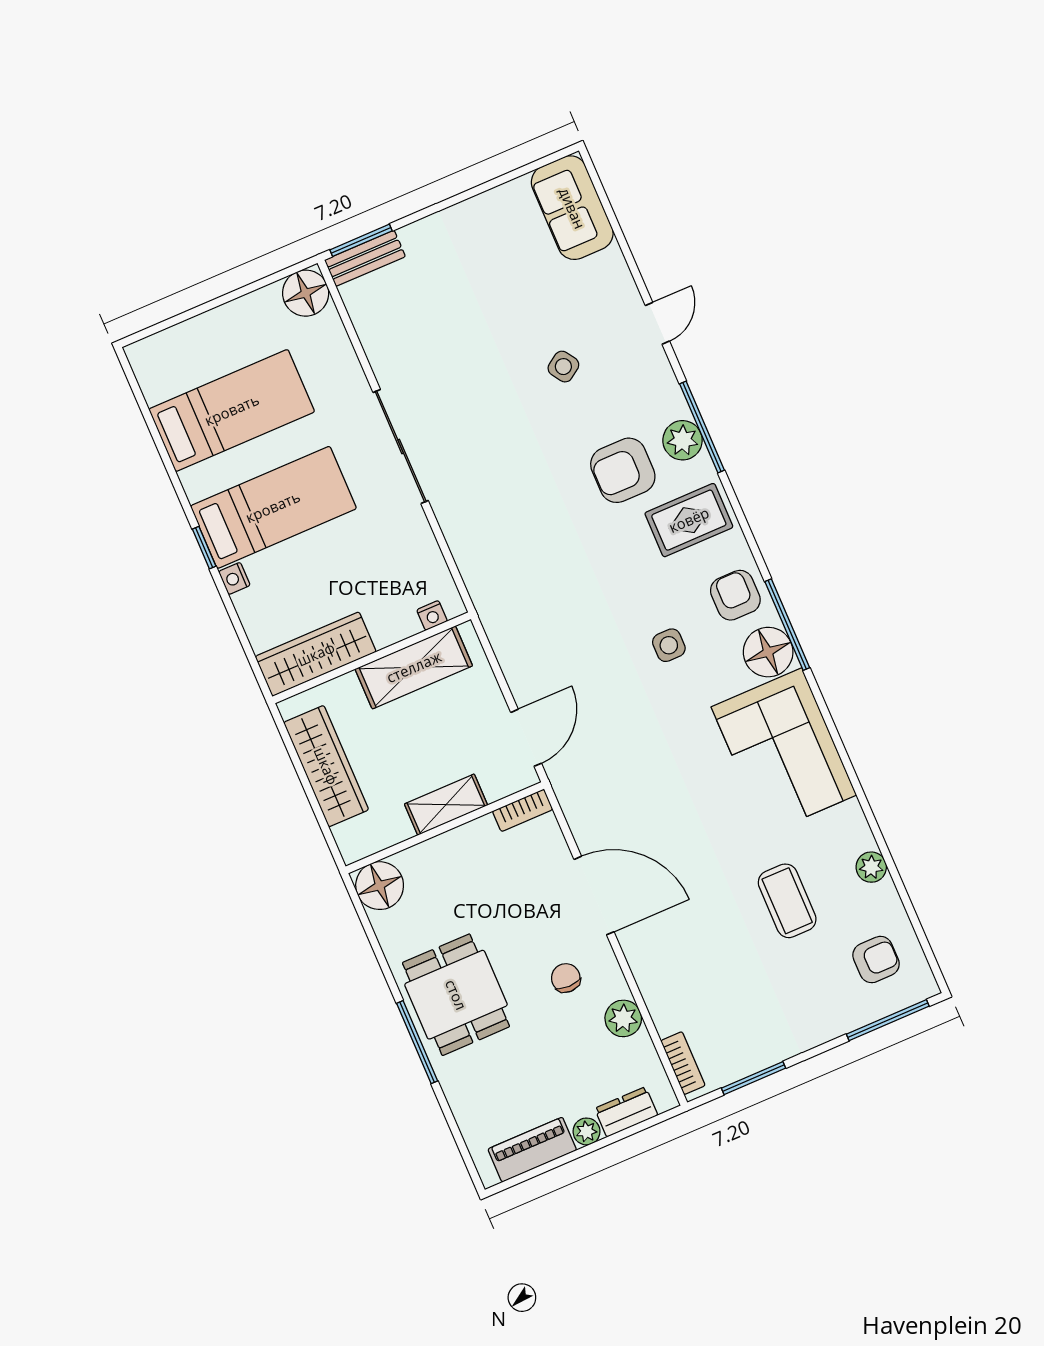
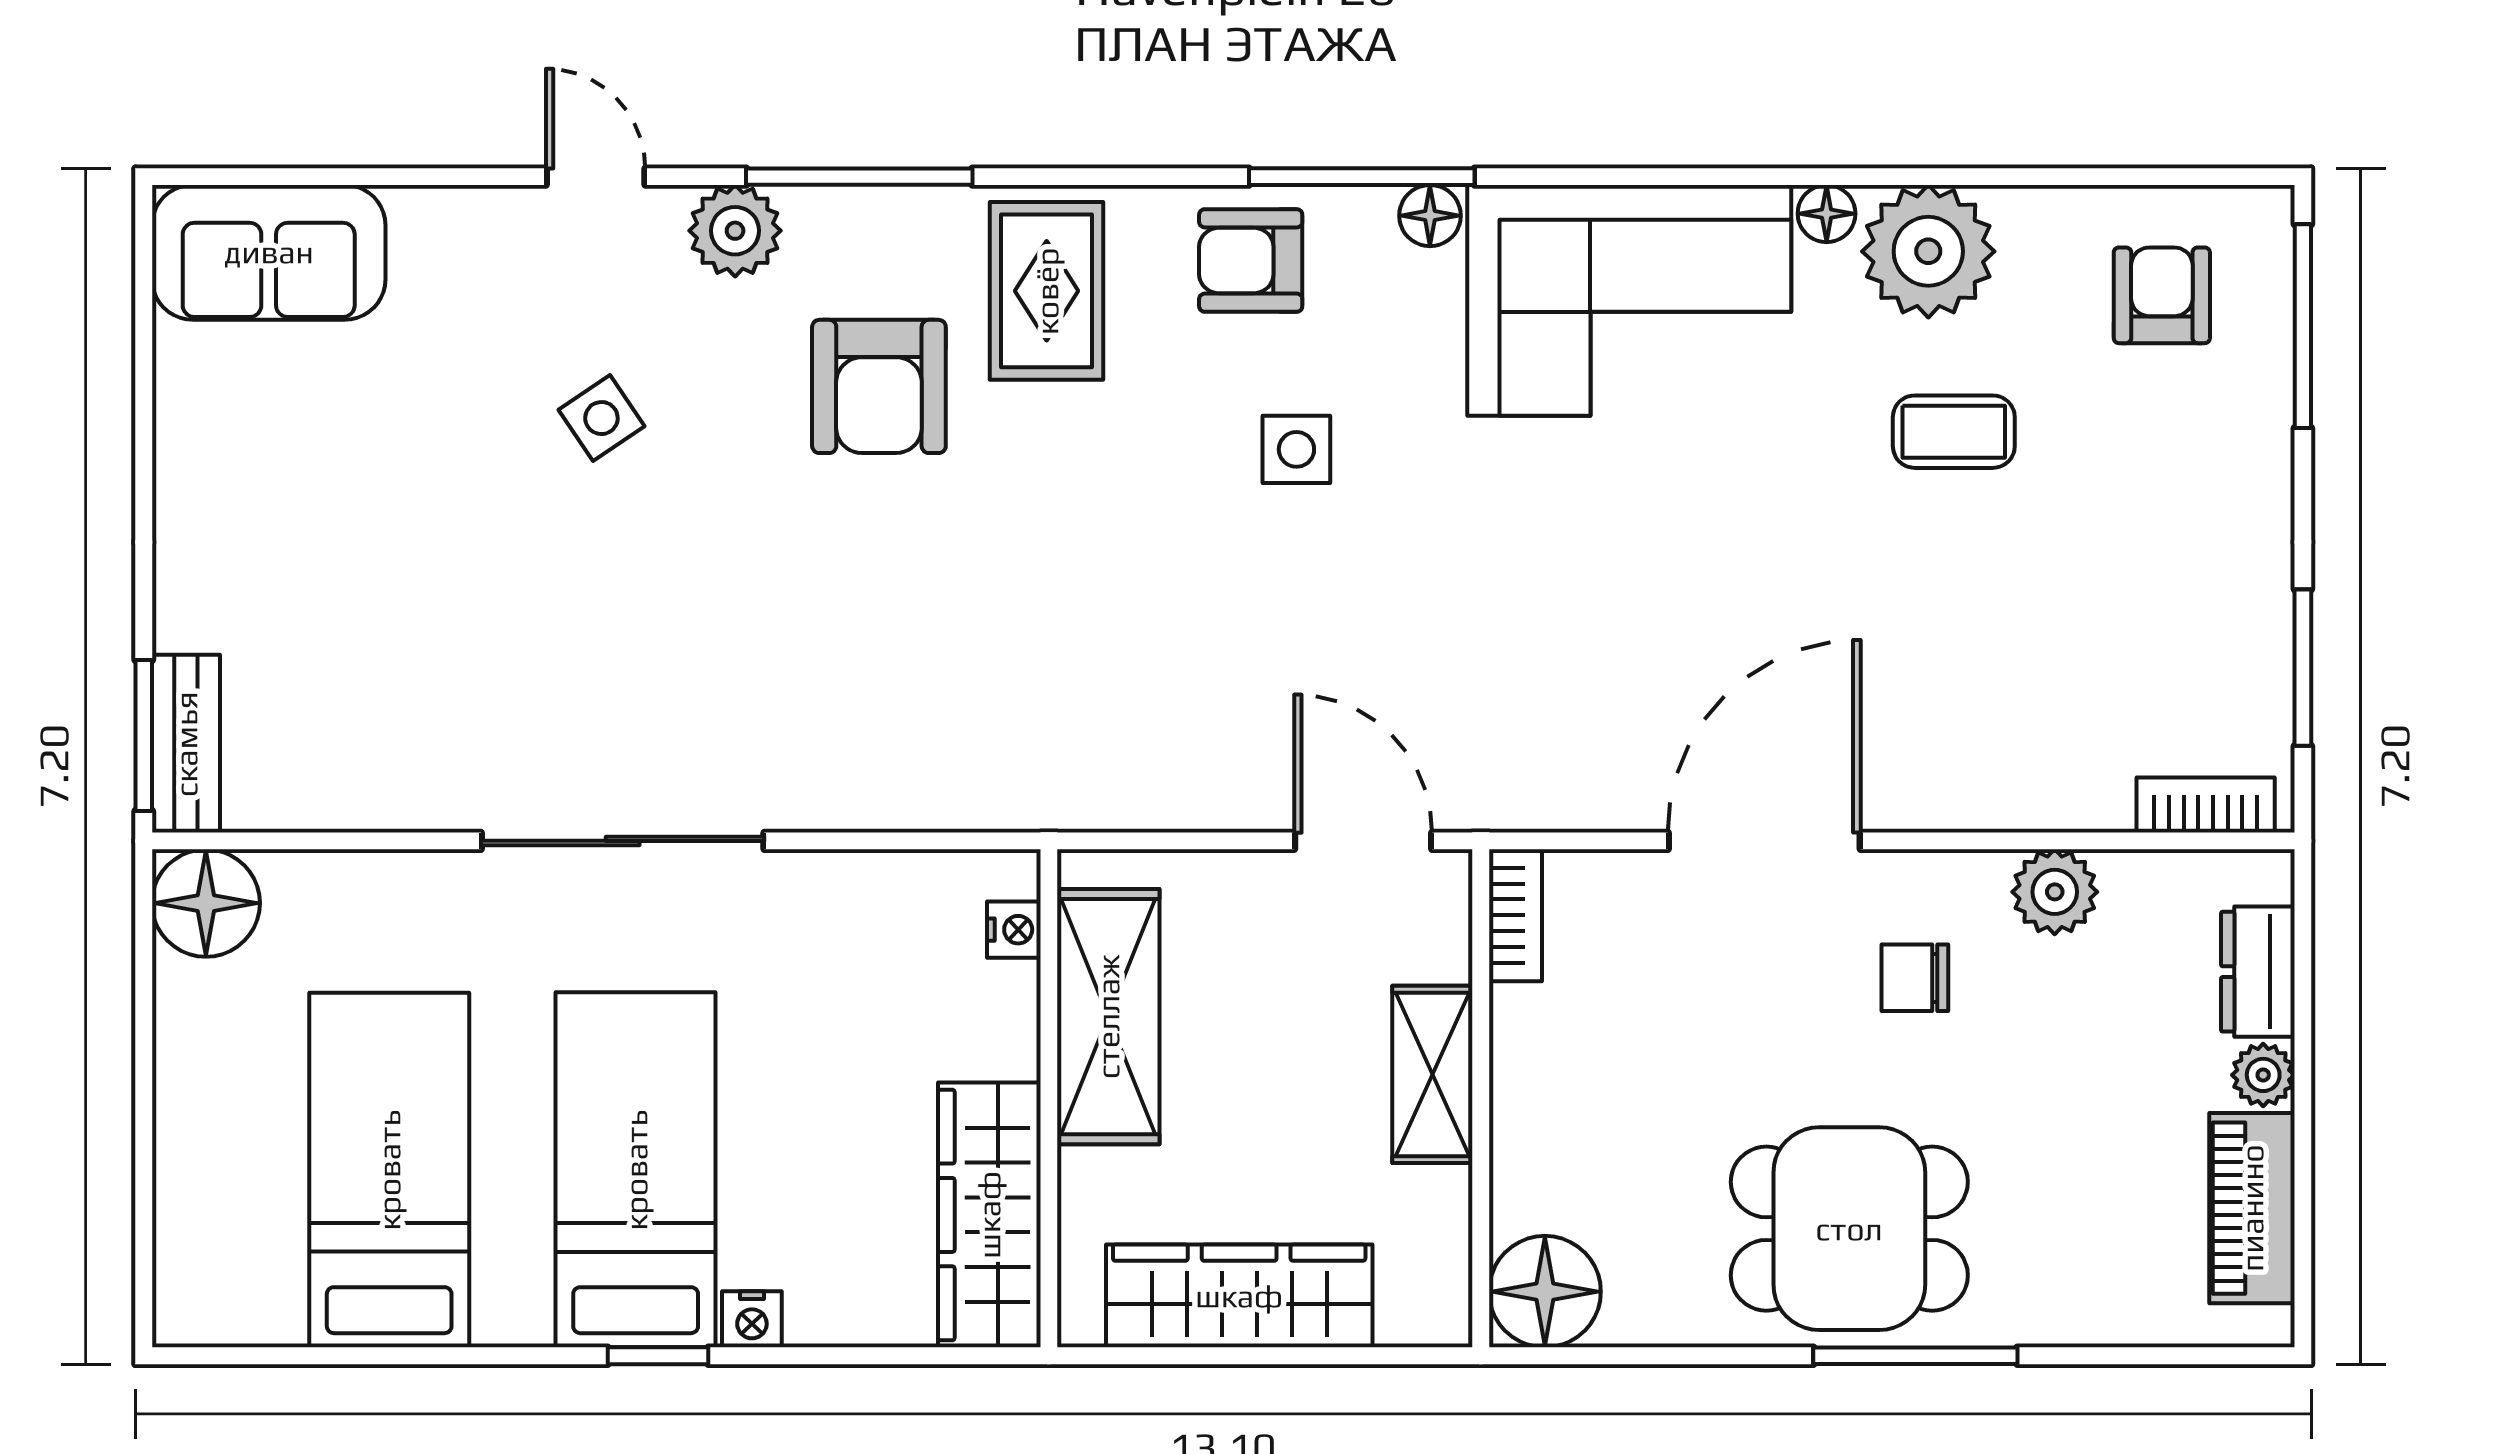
plant: (683, 440) -> (735, 231), moved
floor lamp: (768, 652) -> (1430, 216), width x0.53, depth x0.53
floor lamp: (851, 814) -> (1827, 214), added
plant: (871, 867) -> (1928, 251), width x1.88, depth x1.88
coffee table: (787, 901) -> (1954, 432), width x0.73, depth x0.77

